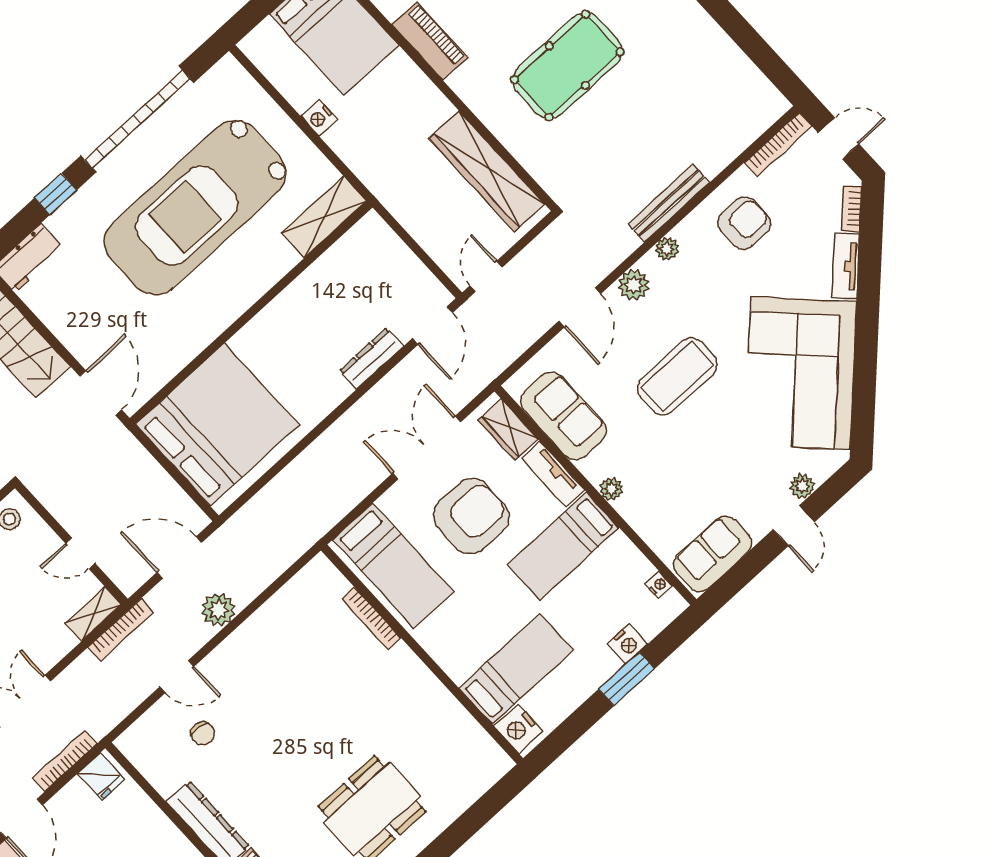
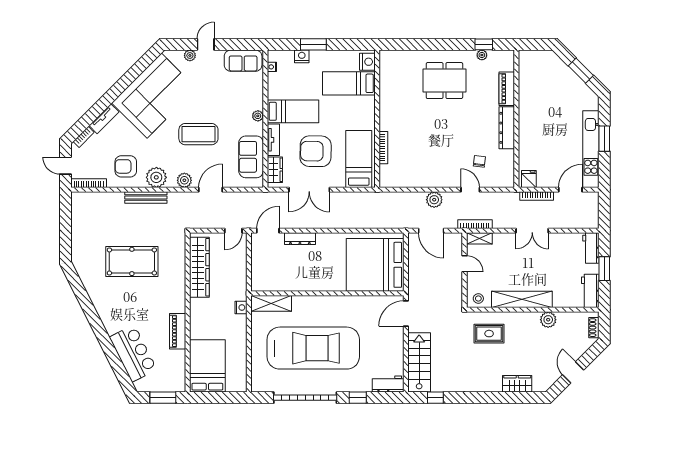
pool table: (567, 66) -> (132, 261), moved
nightstand: (319, 118) -> (241, 308), moved
plant: (667, 249) -> (156, 177), width x1.88, depth x1.88

